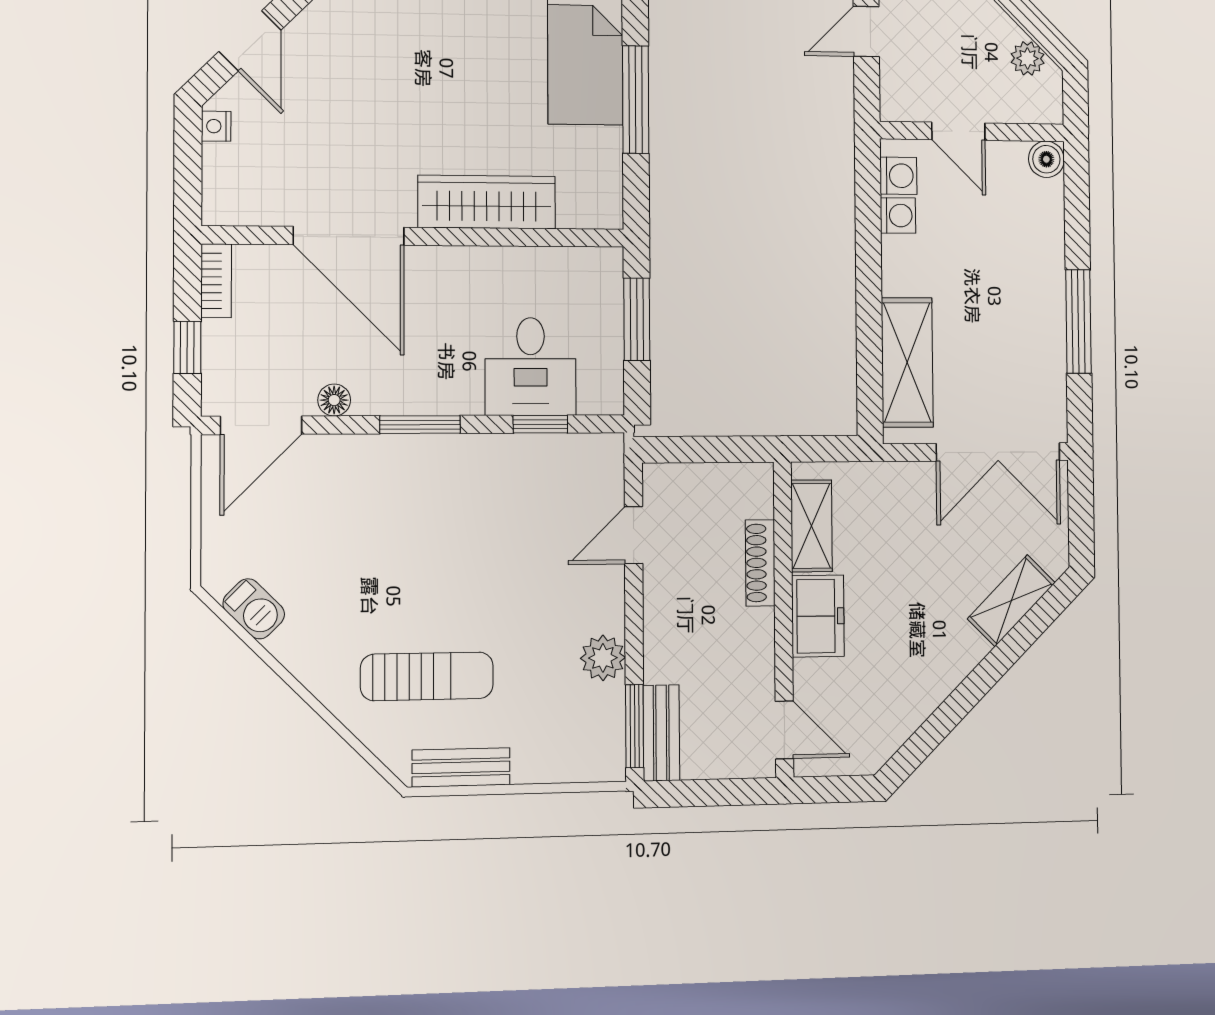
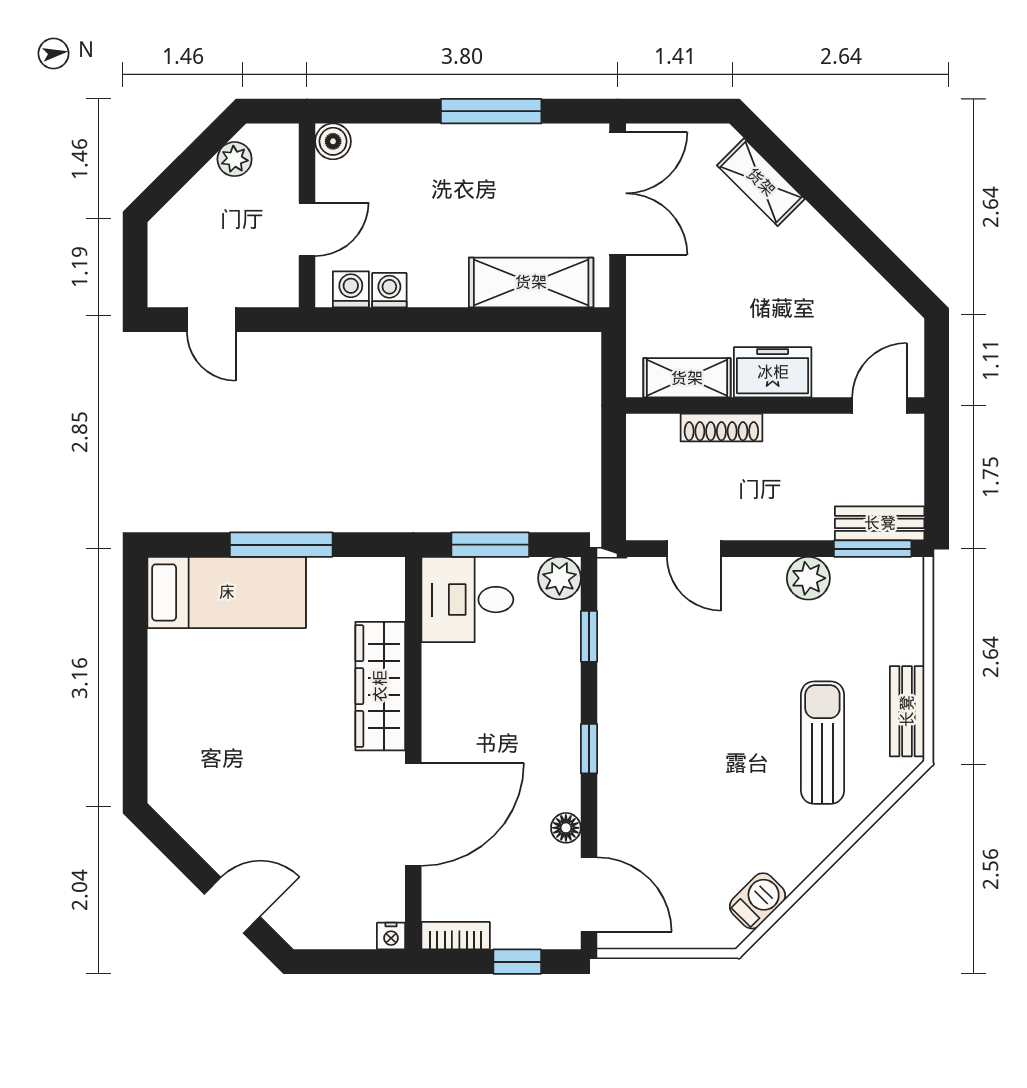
nightstand: (216, 126) -> (391, 936), moved
desk: (531, 367) -> (467, 600), moved, turned 180
plant: (602, 393) -> (559, 578), added
window: (420, 425) -> (589, 749), width x0.67

